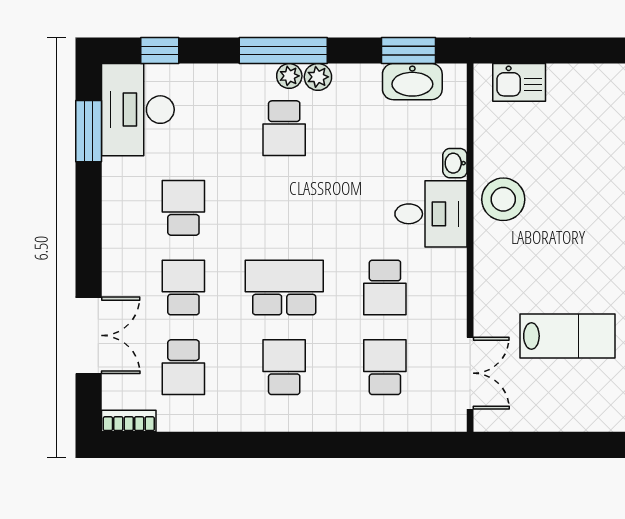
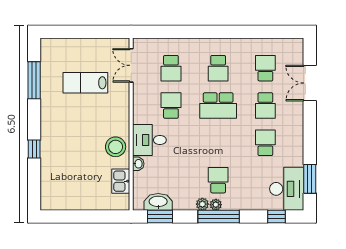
kitchen sink: (519, 82) -> (121, 181), moved, turned -90
school desk: (183, 208) -> (265, 143), turned 180
bookcase: (129, 421) -> (291, 43), removed

